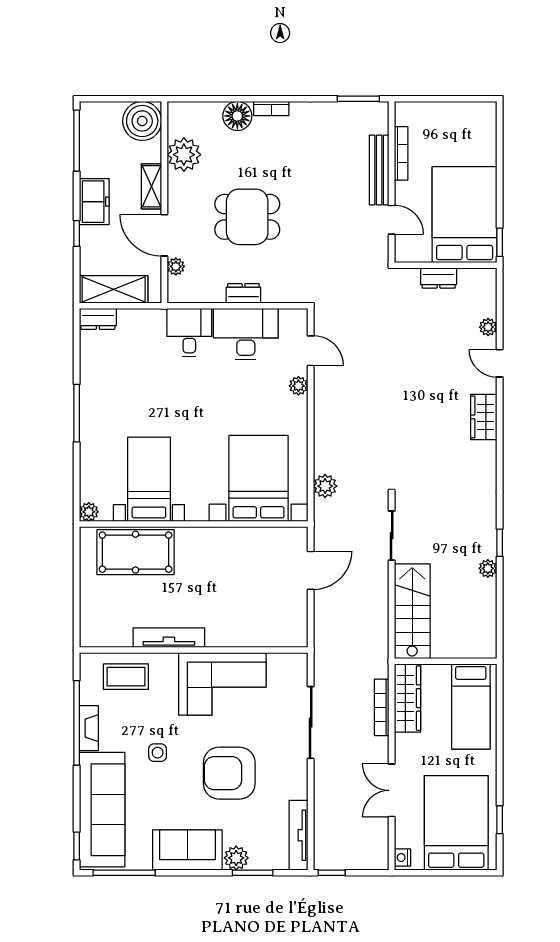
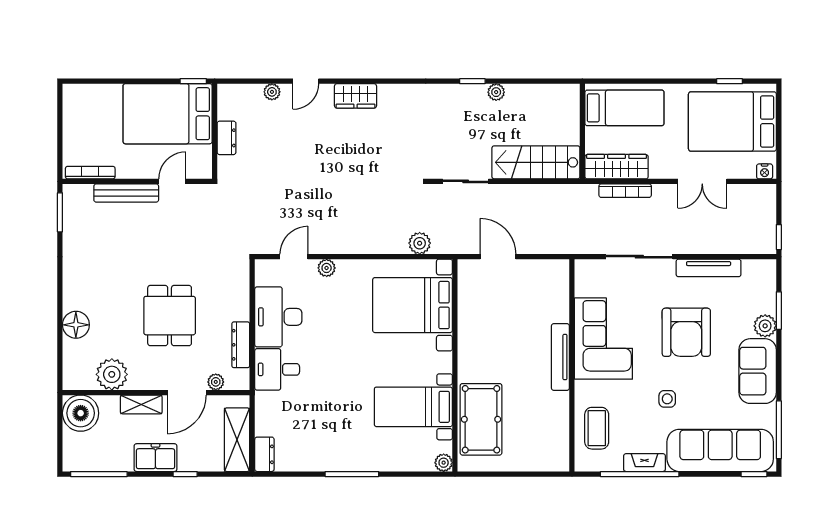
bookcase: (271, 109) -> (69, 293), removed
bookcase: (401, 153) -> (90, 173), moved
dresser: (243, 293) -> (241, 345), moved, width x1.44
tv unit: (169, 638) -> (560, 357), moved
tv unit: (298, 835) -> (709, 268), moved

